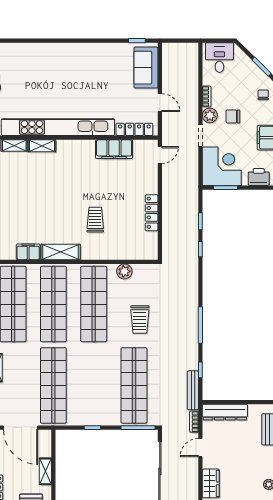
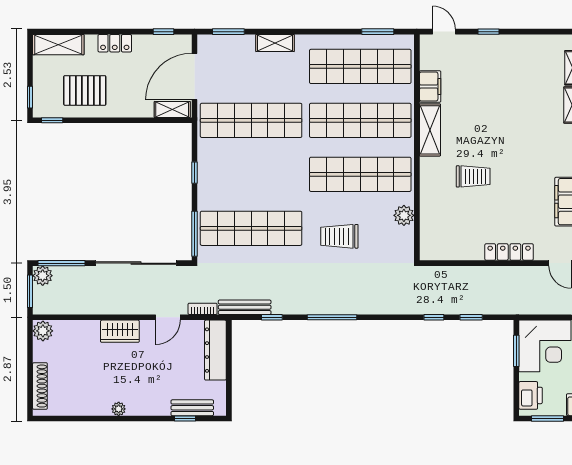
locker: (152, 213) -> (509, 252), moved
door: (200, 448) -> (168, 317), swing flipped
shelving: (45, 471) -> (172, 109), moved

